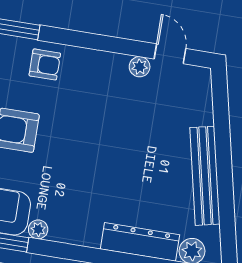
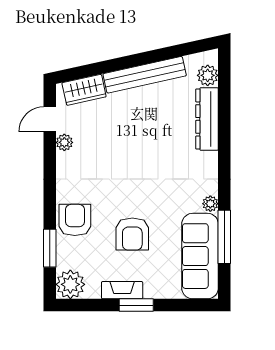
armchair: (45, 64) -> (75, 220), width x1.38, depth x1.38
wardrobe: (199, 101) -> (84, 90), added

